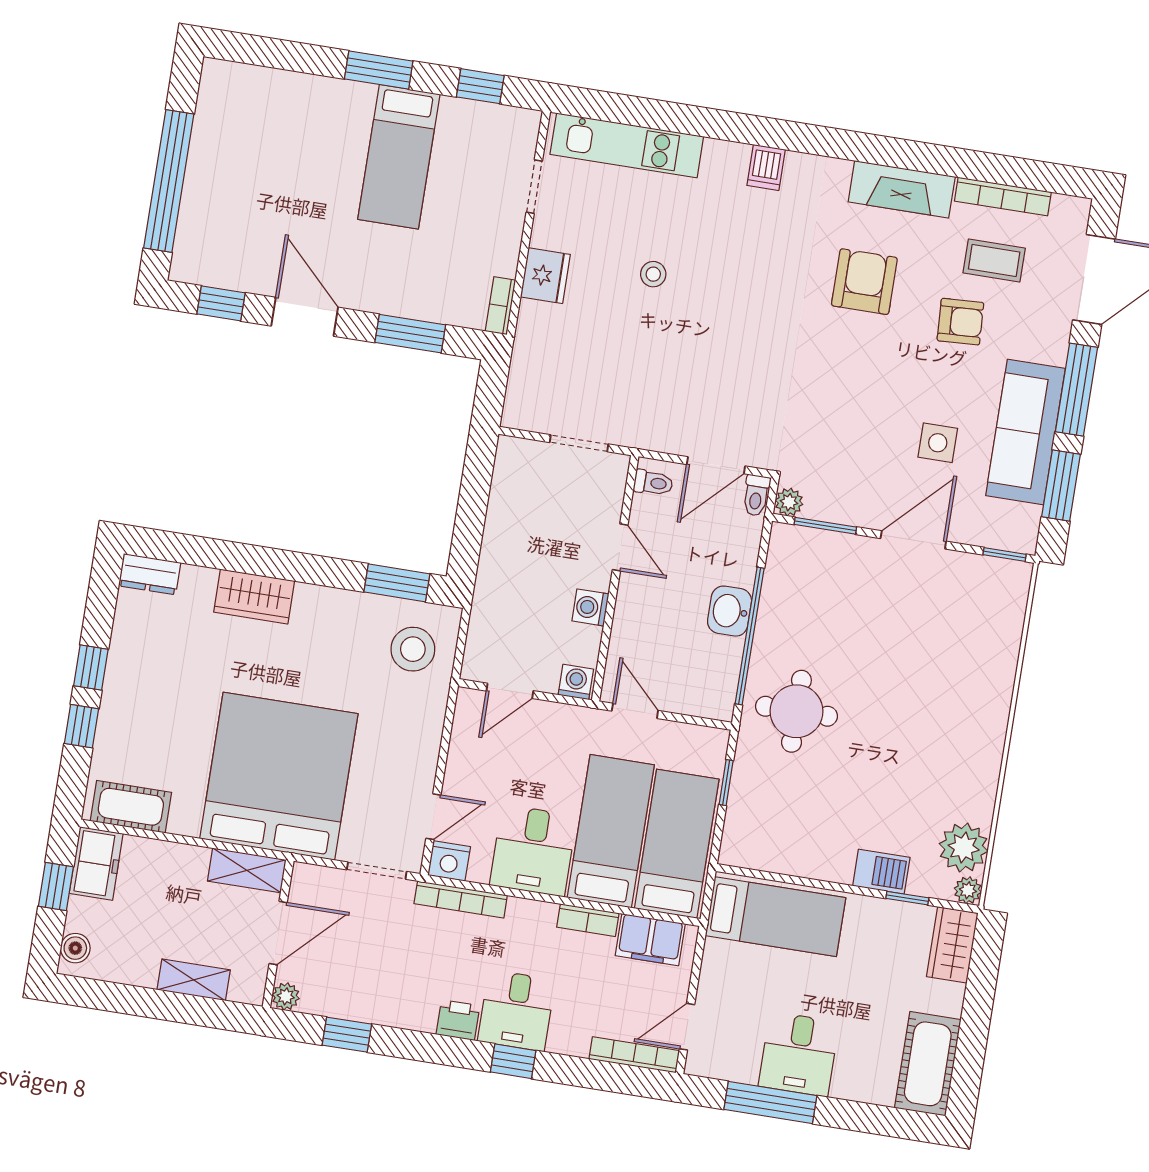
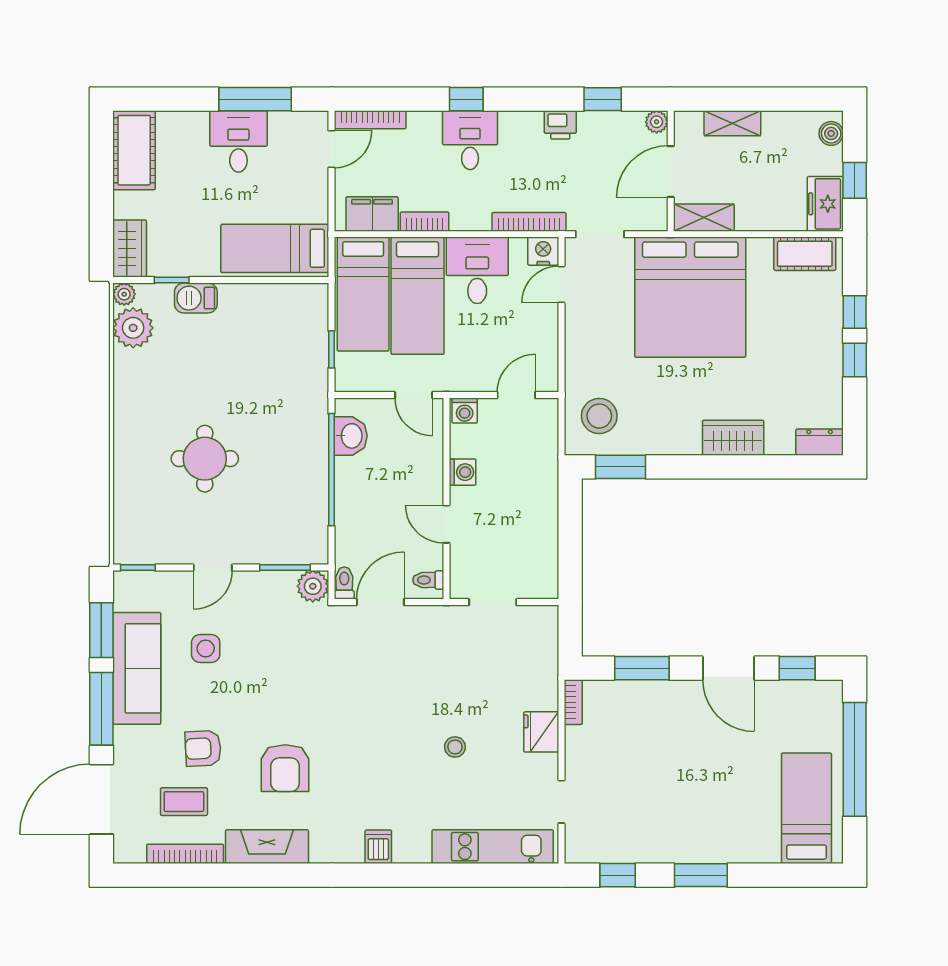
bed: (399, 157) -> (806, 808), moved
plant: (789, 502) -> (313, 586), width x1.38, depth x1.38
door: (913, 540) -> (213, 568), width x0.73
washbasin: (730, 611) -> (351, 436), moved
round table: (796, 711) -> (205, 459), moved
printer: (458, 1020) -> (560, 125), moved

